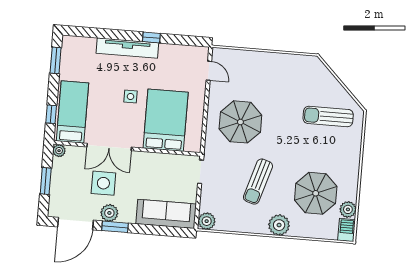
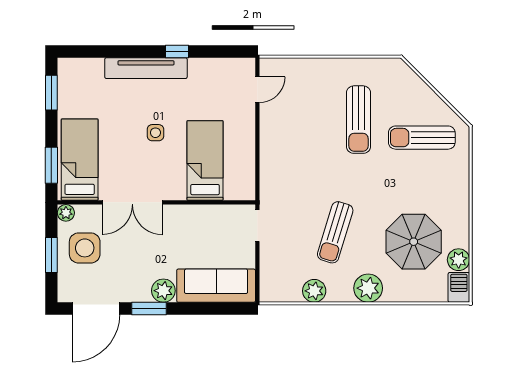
door: (209, 71) -> (257, 90), hinge flipped
sun lounger: (282, 99) -> (359, 120), added
window: (51, 114) -> (51, 165), width x1.50
bed: (166, 120) -> (205, 160), width x0.67
parasol: (240, 122) -> (305, 155), removed
side table: (103, 183) -> (85, 248), moved
plant: (109, 213) -> (163, 291), moved
plant: (207, 221) -> (314, 291), moved

